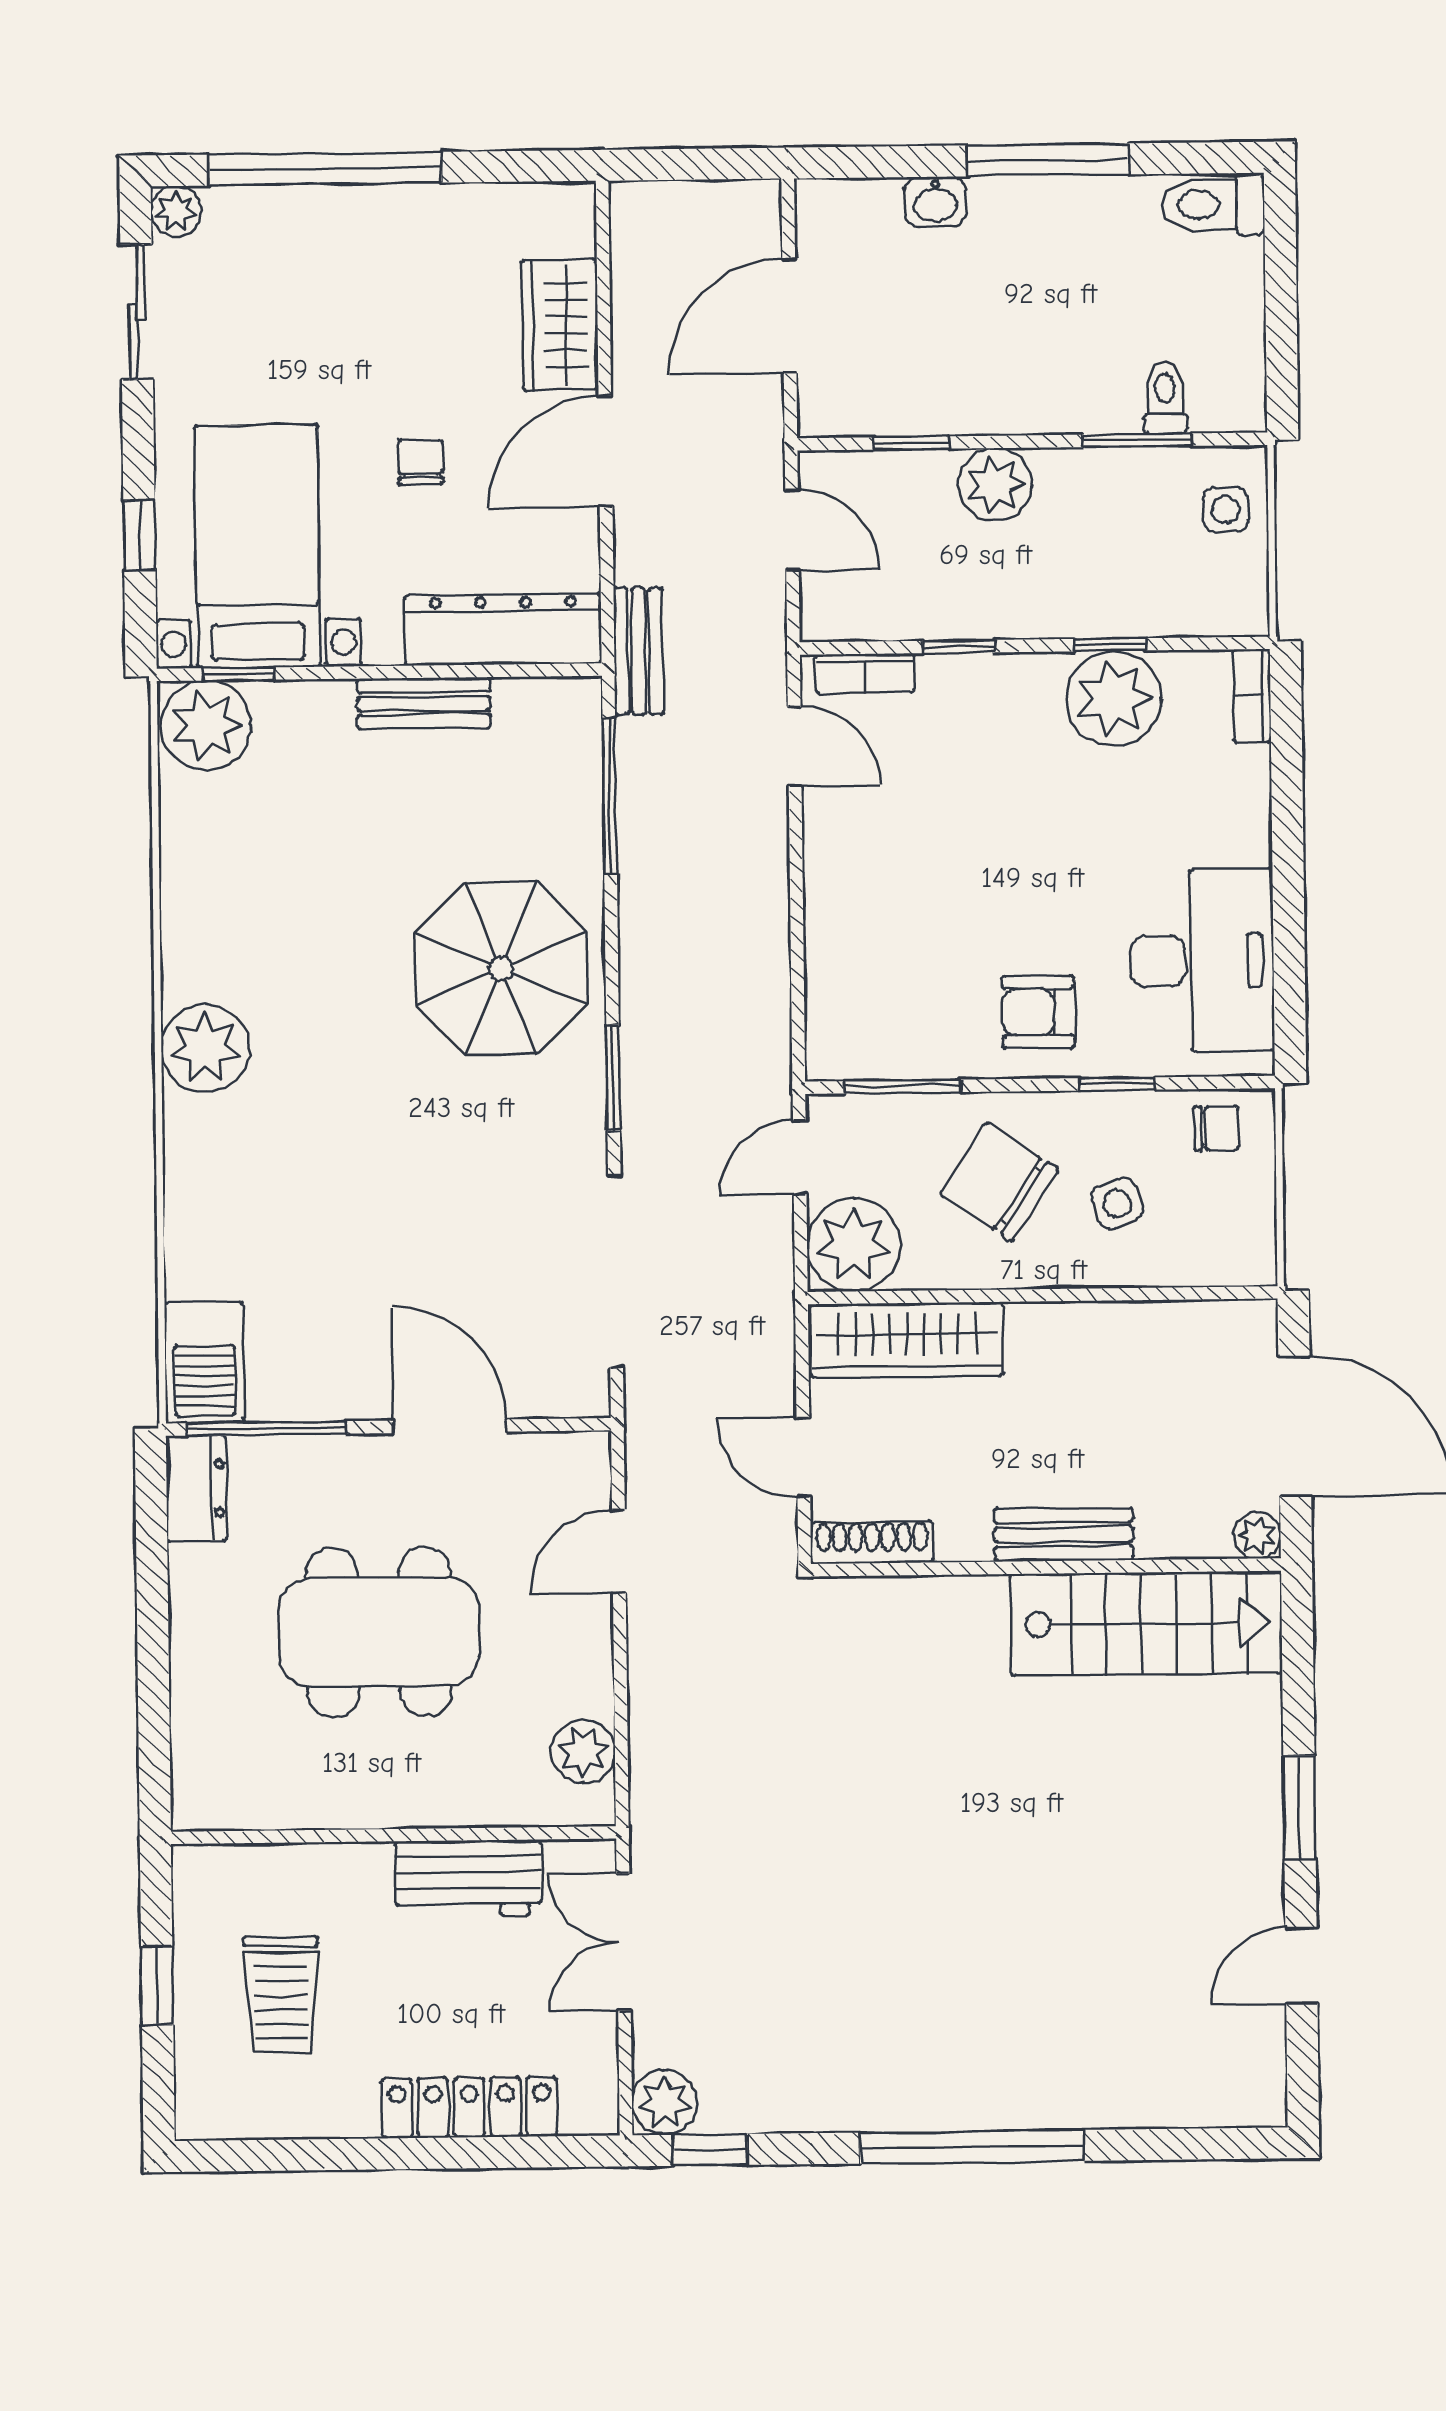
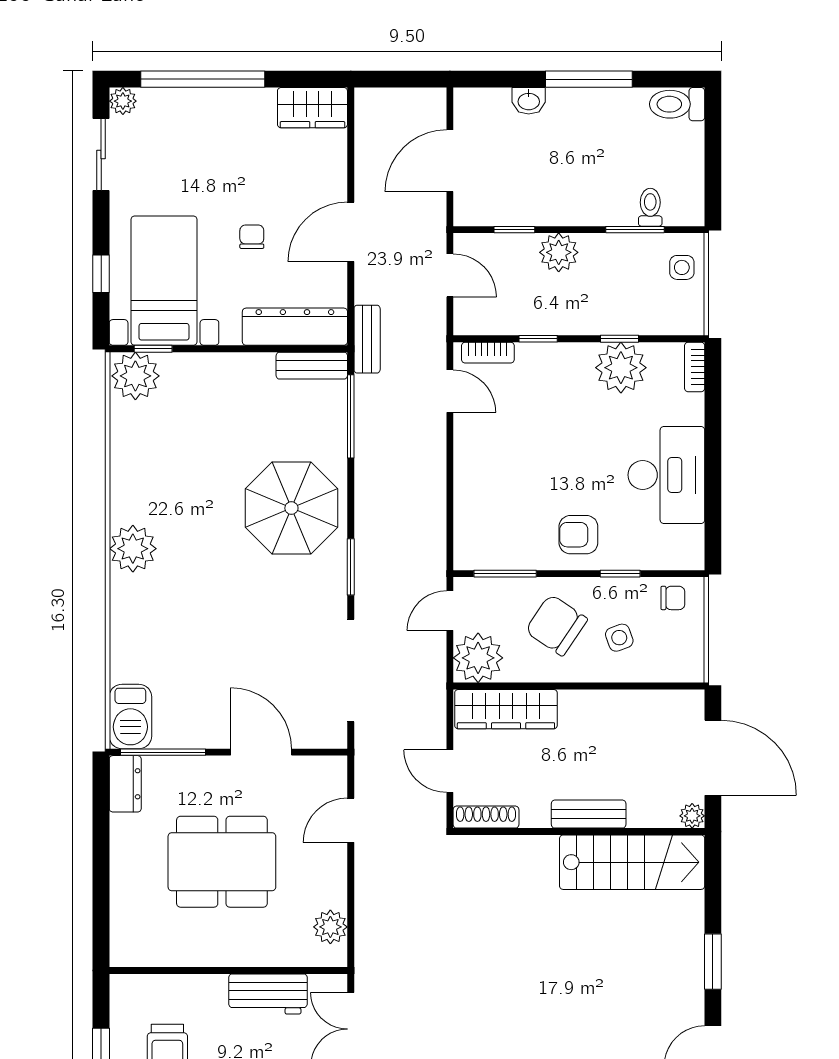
wardrobe: (560, 325) -> (312, 108), moved, turned -90
bench: (424, 703) -> (312, 366), moved
desk: (1202, 961) -> (666, 475), moved

